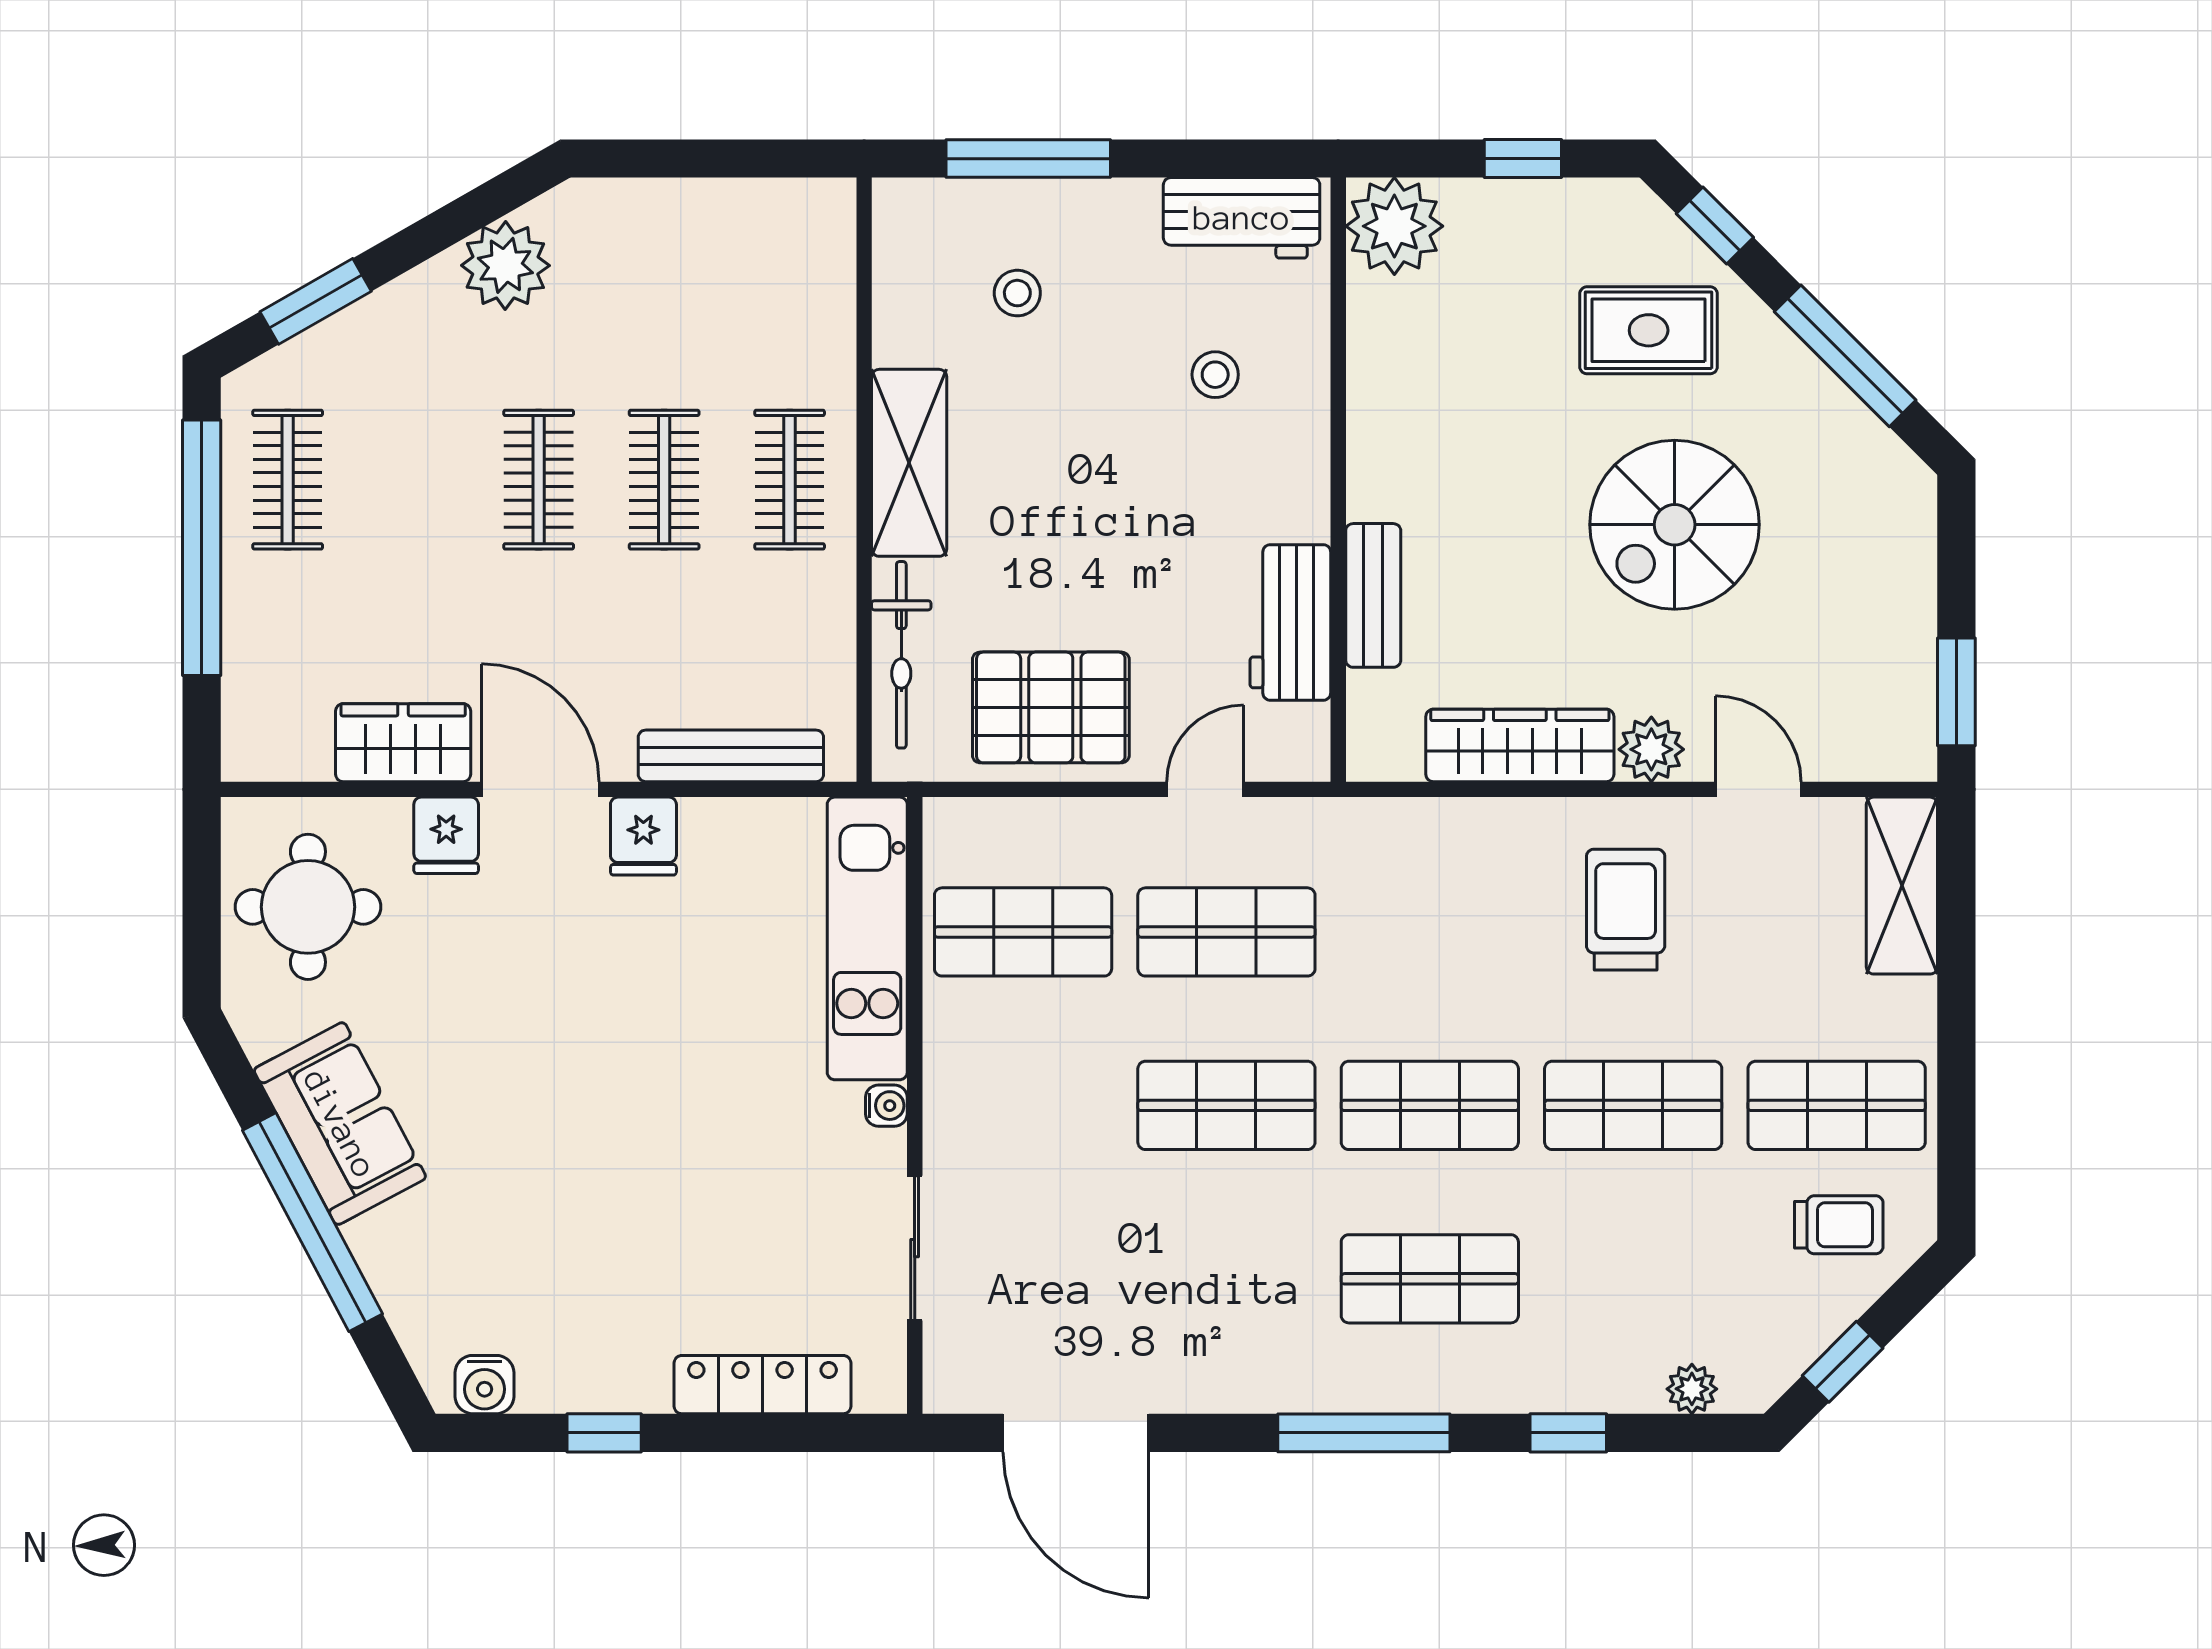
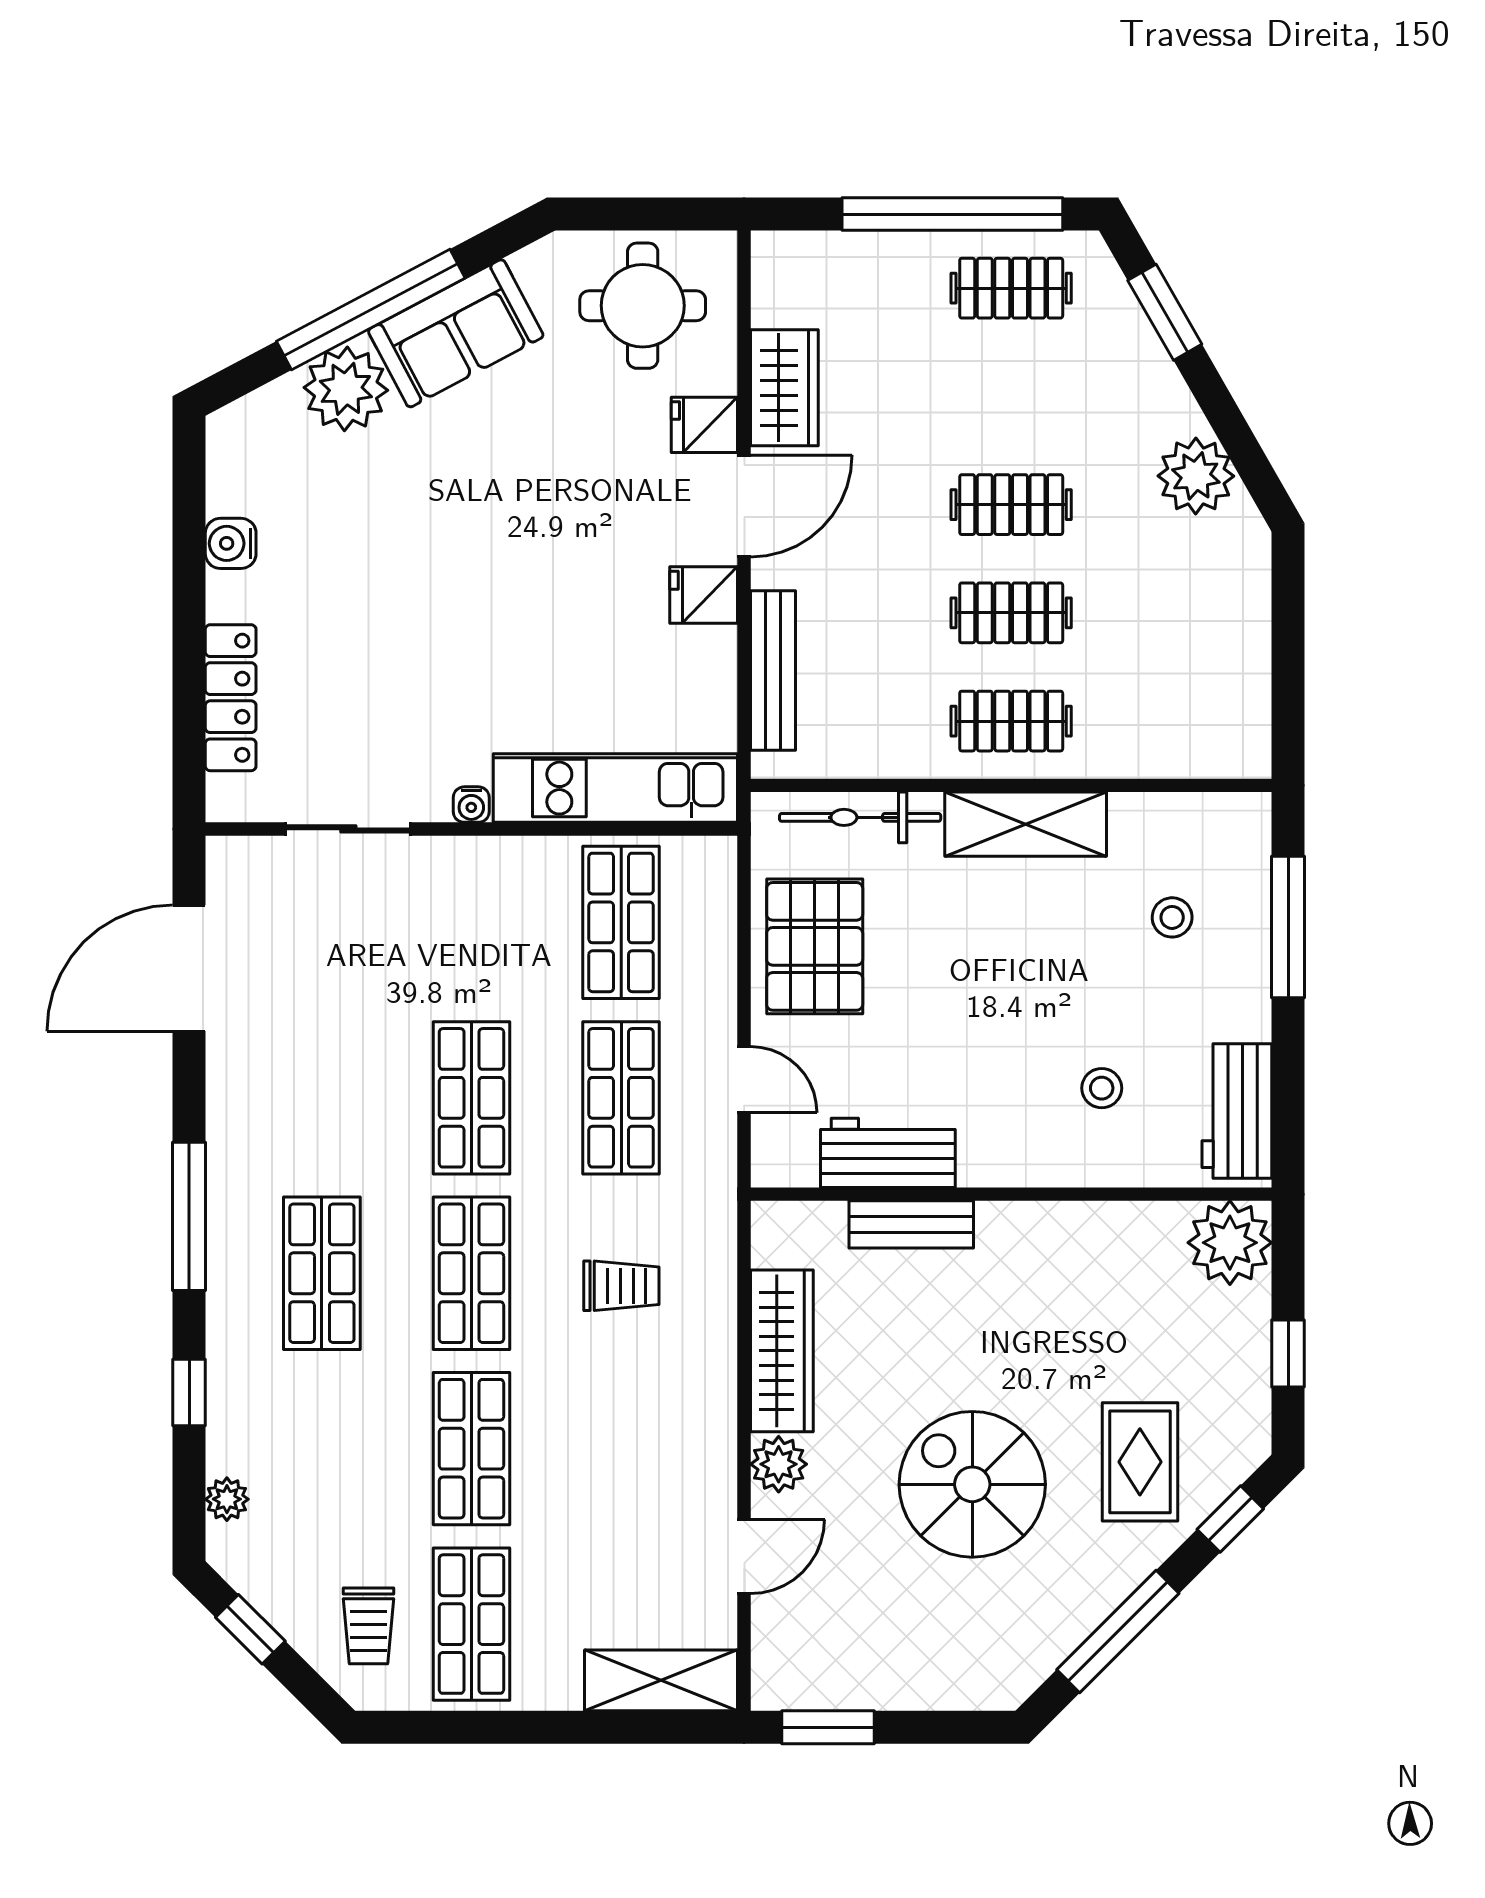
trolley: (1626, 910) -> (621, 1286), moved, width x0.73, depth x0.72
plant: (404, 1251) -> (346, 389), added
water cooler: (485, 1385) -> (231, 543), moved
window: (604, 1433) -> (189, 561), removed

